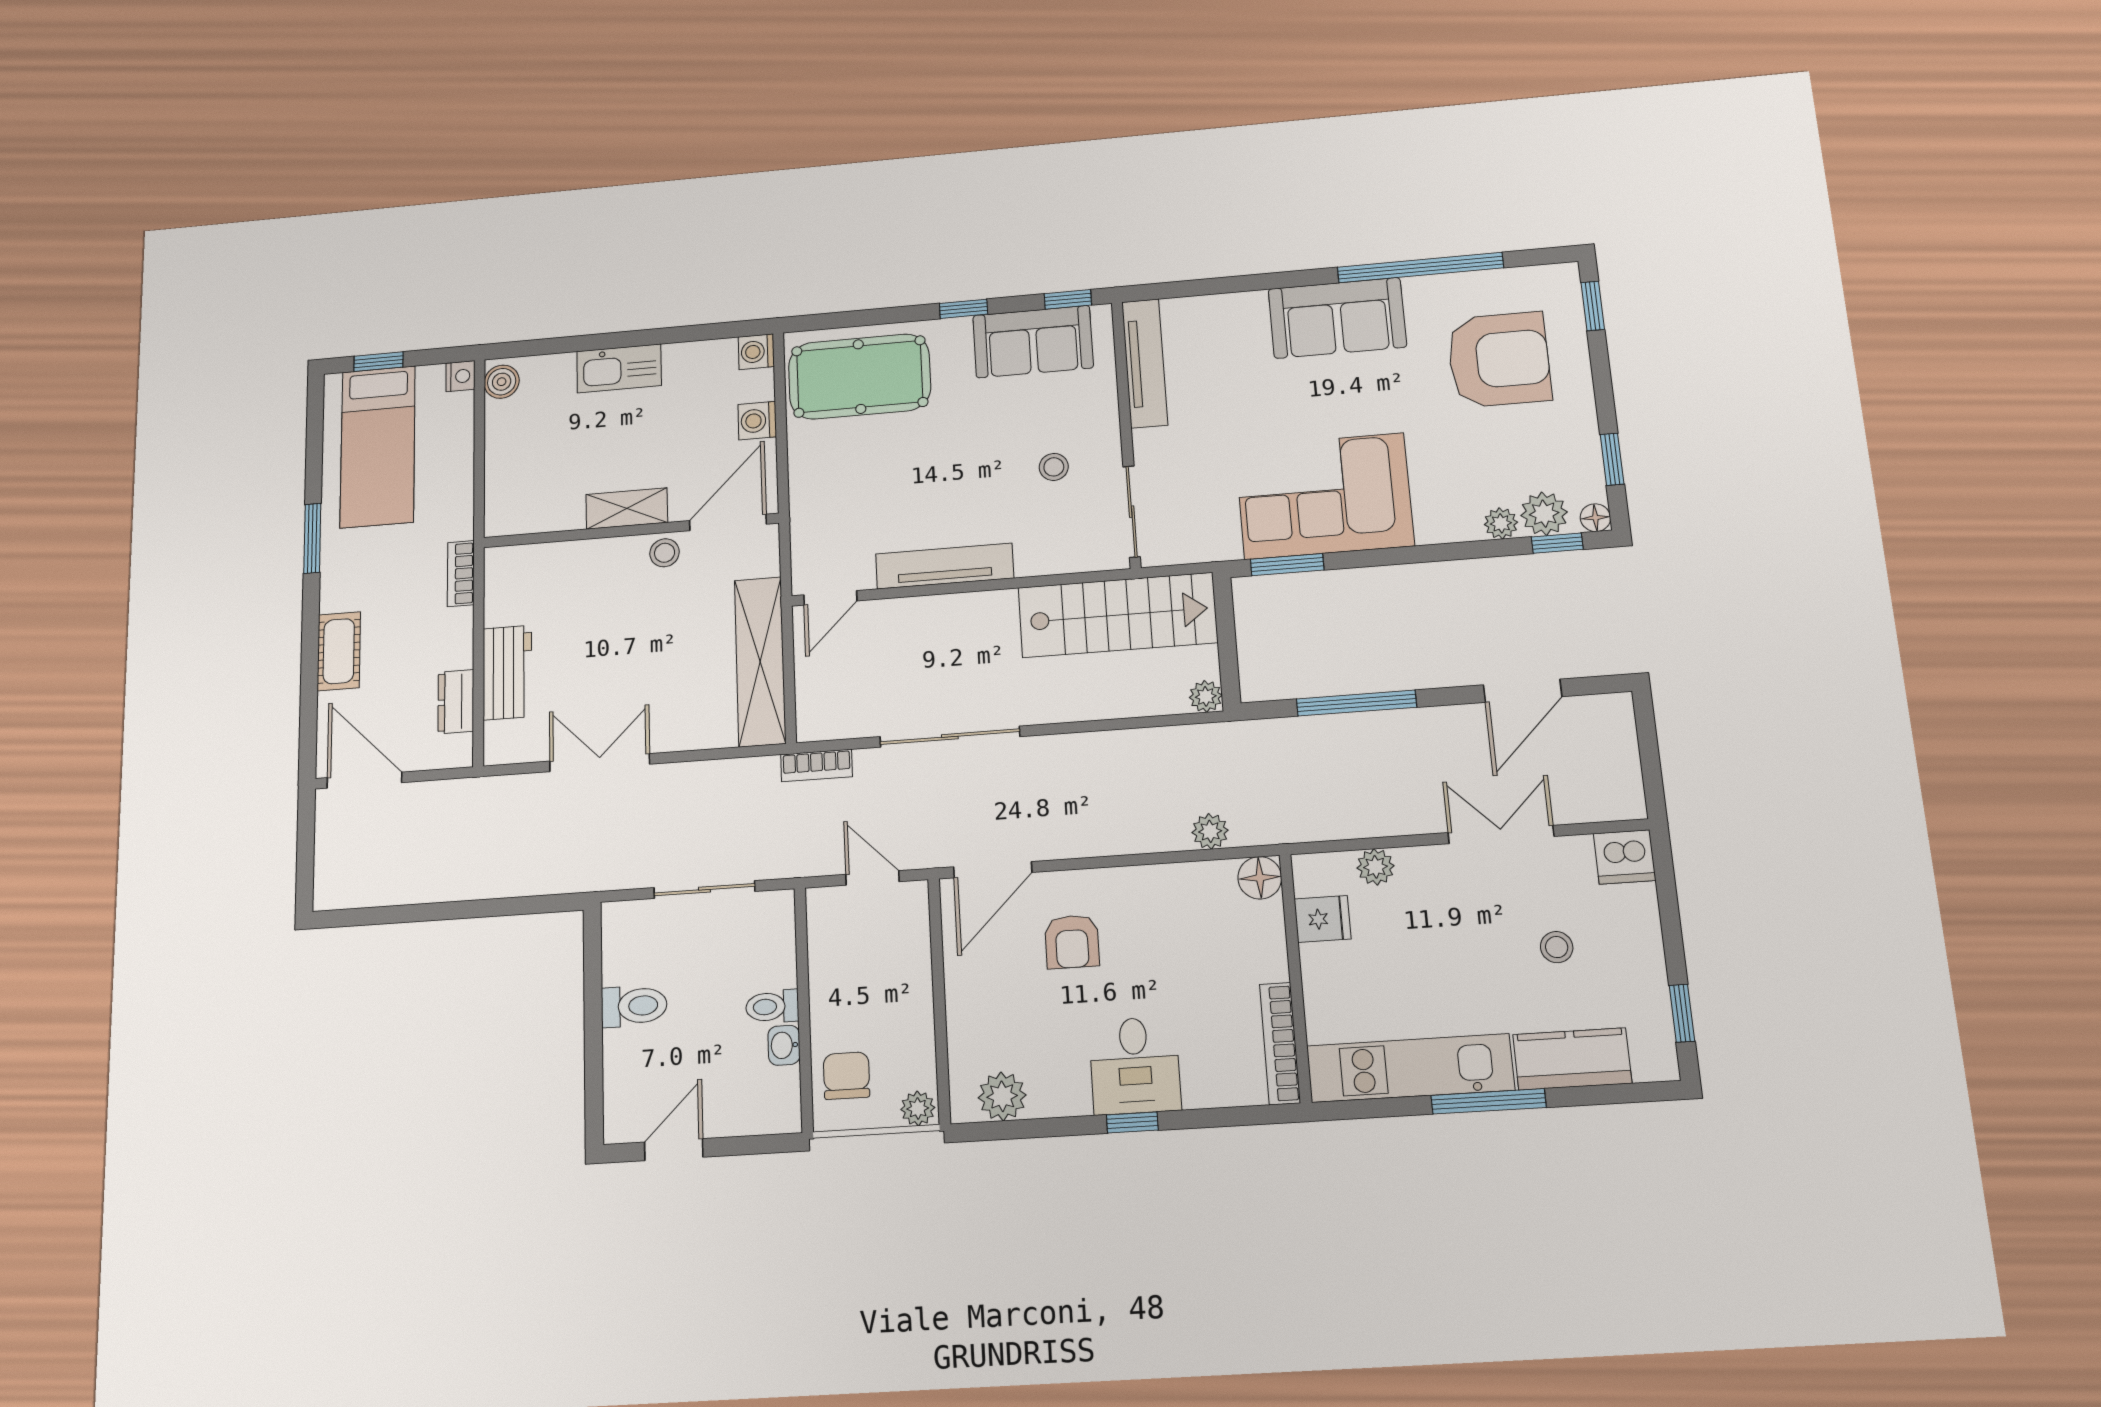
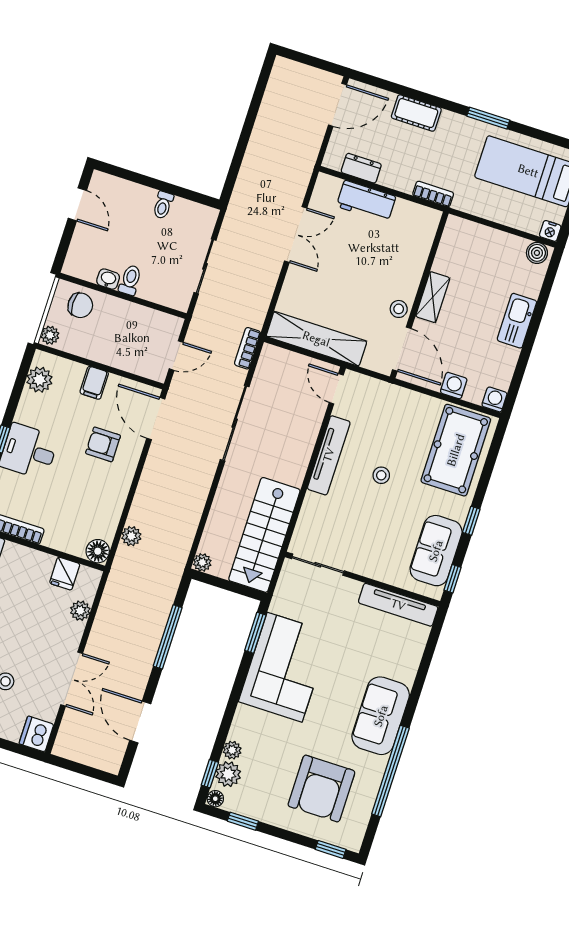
stool: (1054, 467) -> (381, 475), moved
filing cabinet: (971, 999) -> (94, 383), added
toilet: (634, 1006) -> (163, 205), width x0.73, depth x0.72

